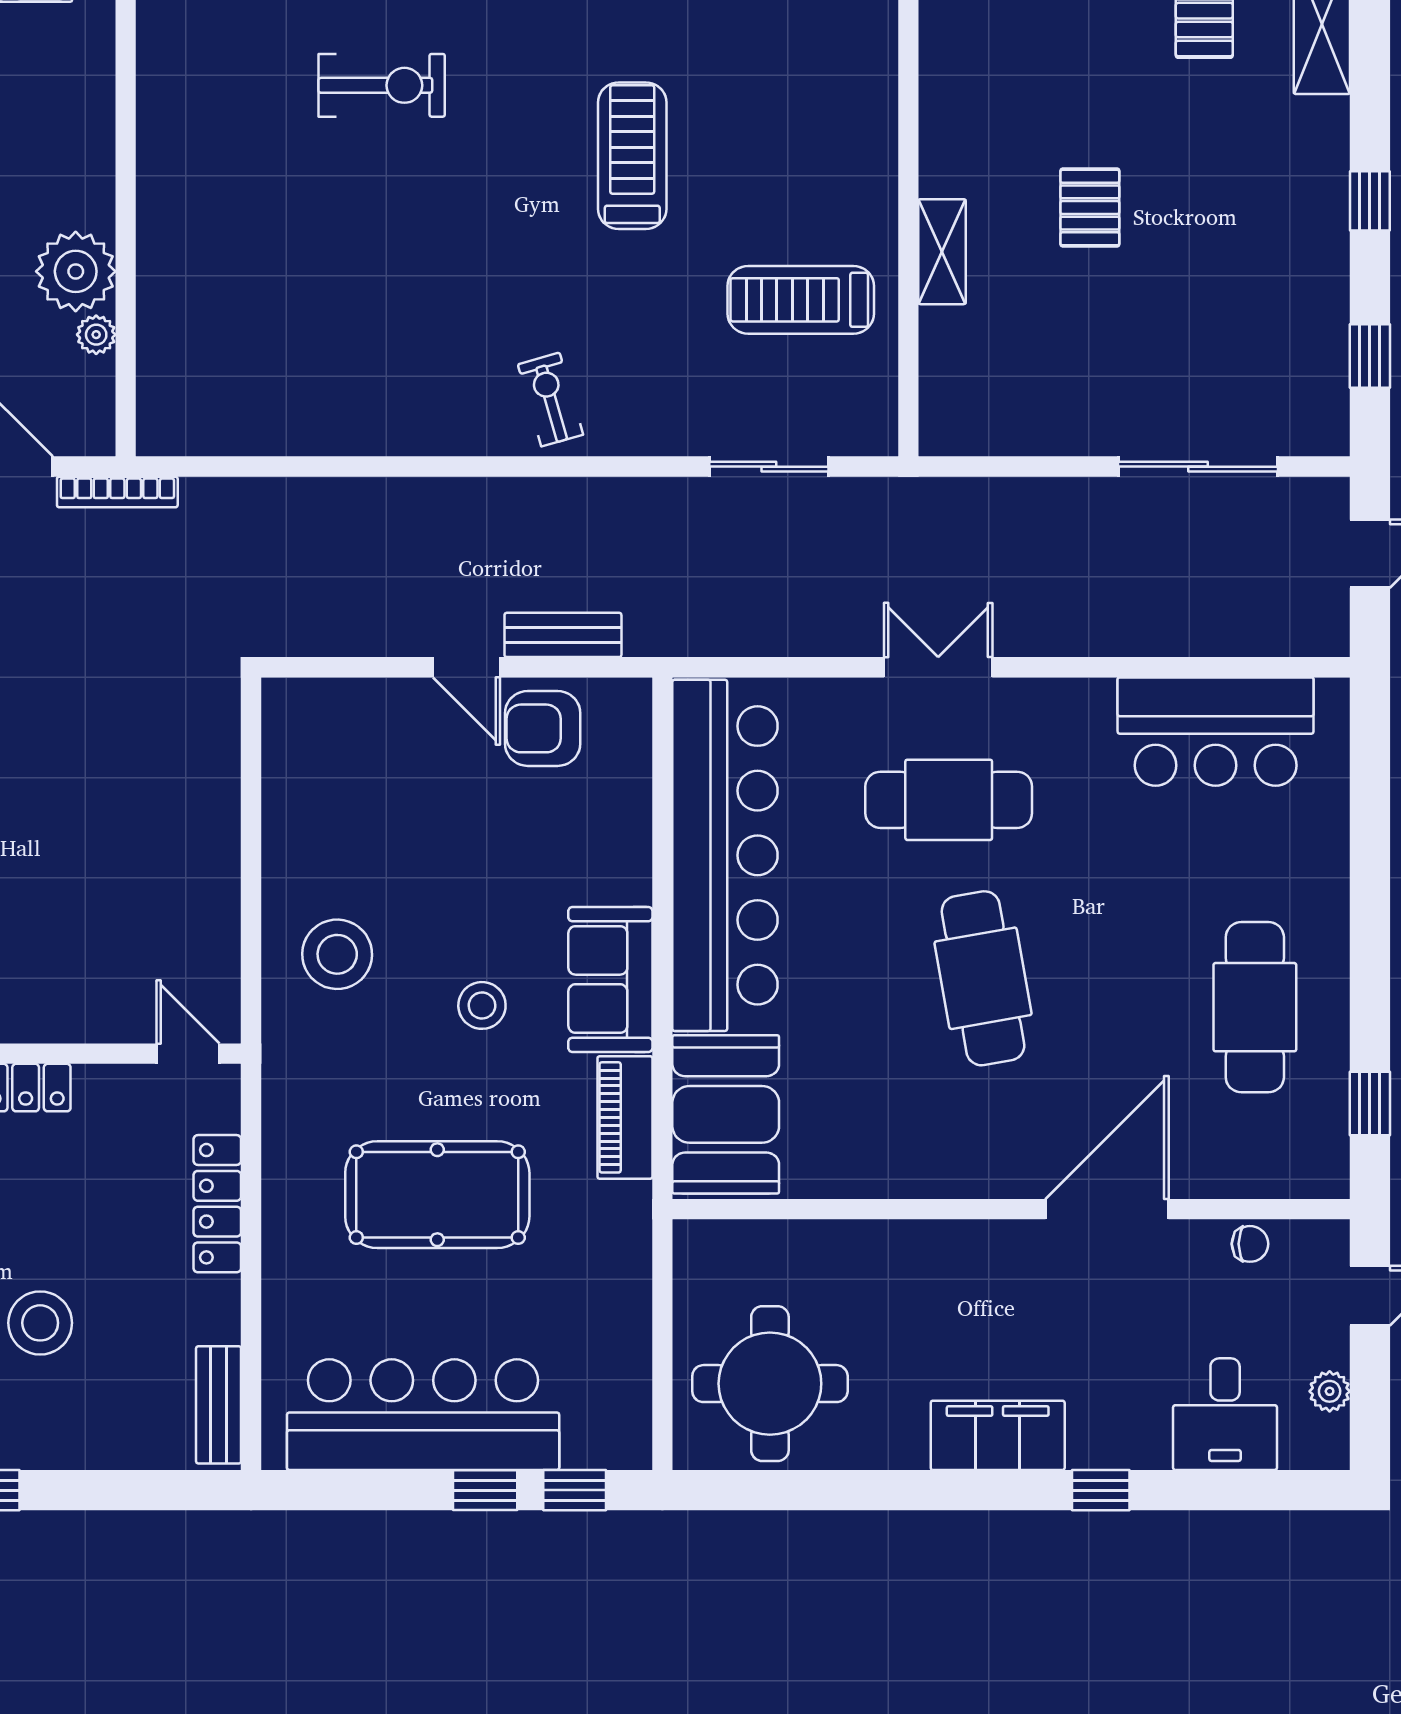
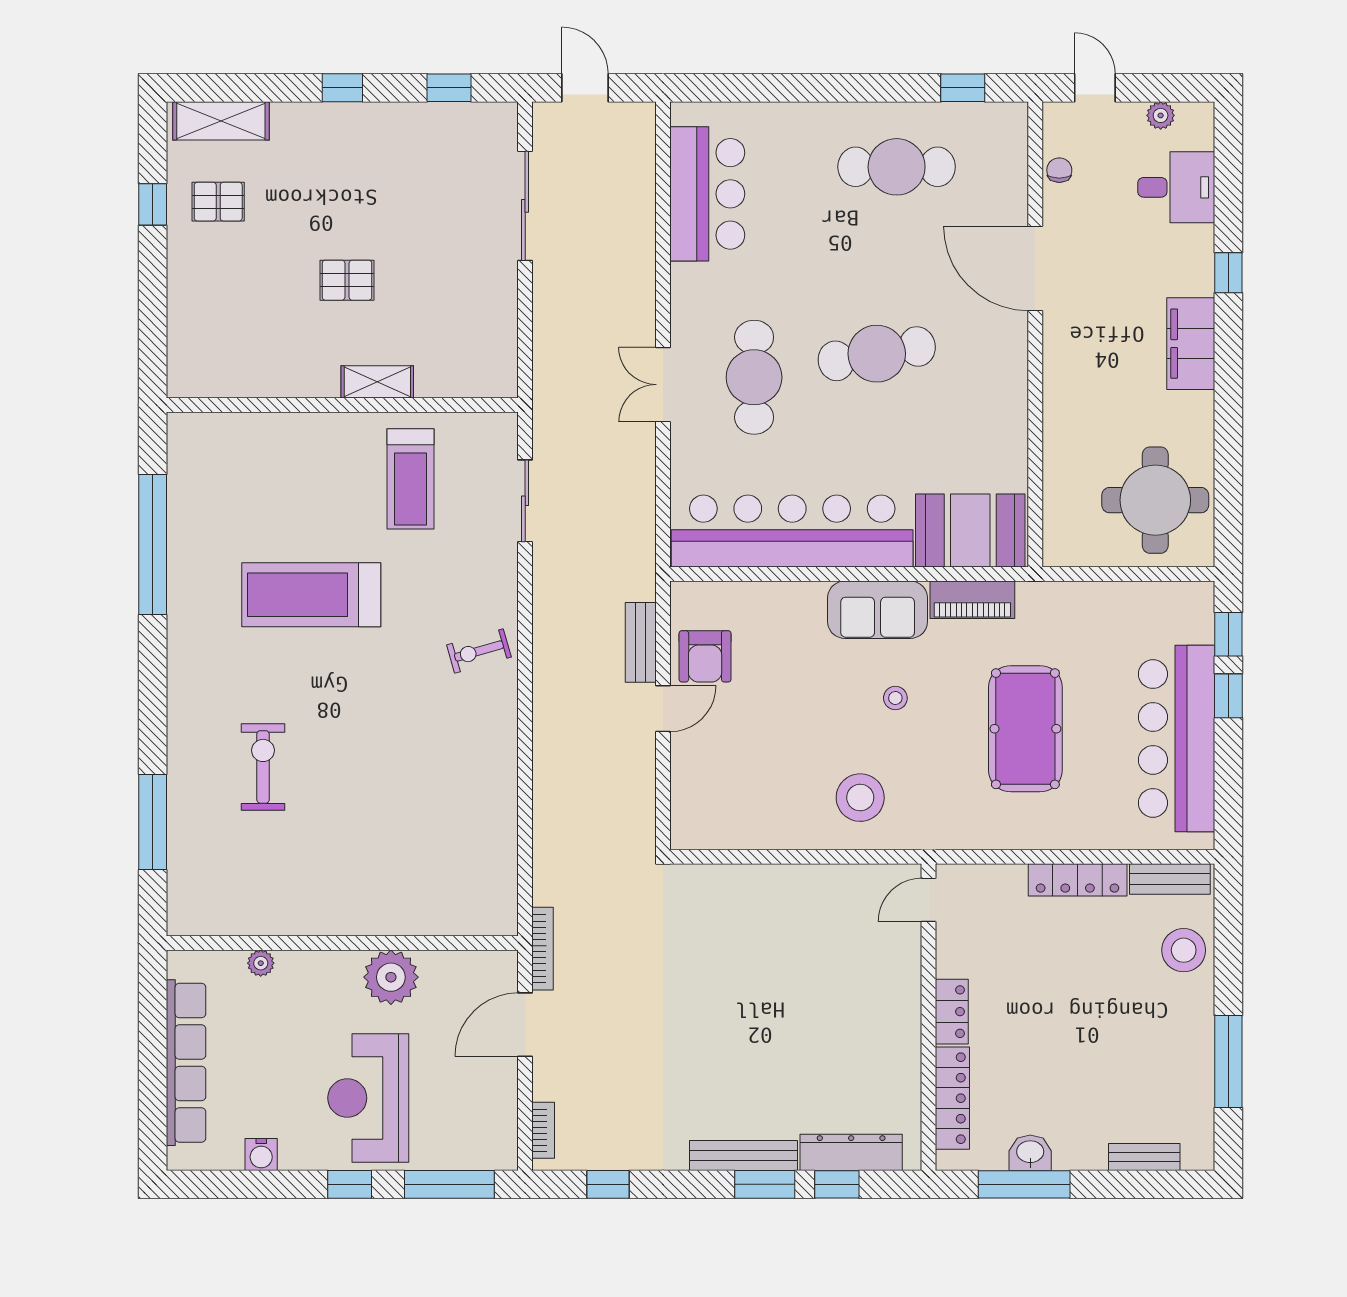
treadmill: (632, 156) -> (311, 595), width x1.37, depth x1.38
plant: (96, 335) -> (261, 963), moved
stool: (482, 1005) -> (895, 698), width x0.73, depth x0.73
locker: (217, 1204) -> (1078, 880), moved
stool: (40, 1323) -> (1184, 950), moved

